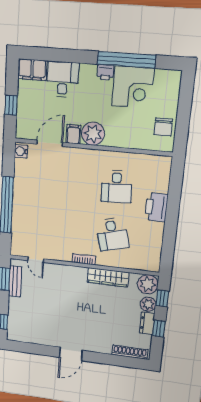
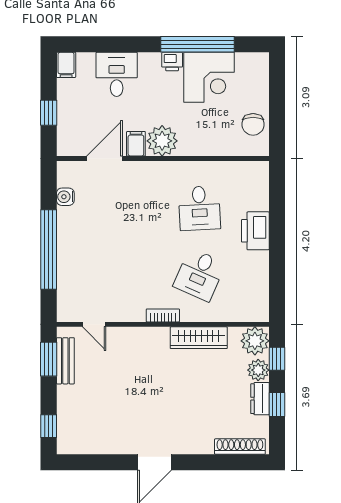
filing cabinet: (32, 70) -> (66, 65), width x0.50
water cooler: (21, 151) -> (65, 197), moved
desk: (112, 234) -> (199, 275), turned 39

